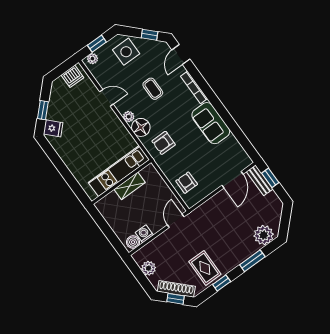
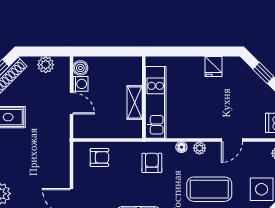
coffee table: (153, 89) -> (209, 189), width x1.86, depth x1.72
floor lamp: (141, 127) -> (181, 147), width x0.53, depth x0.53
fridge: (53, 128) -> (213, 66), moved, turned -45
door: (176, 221) -> (71, 103), moved

